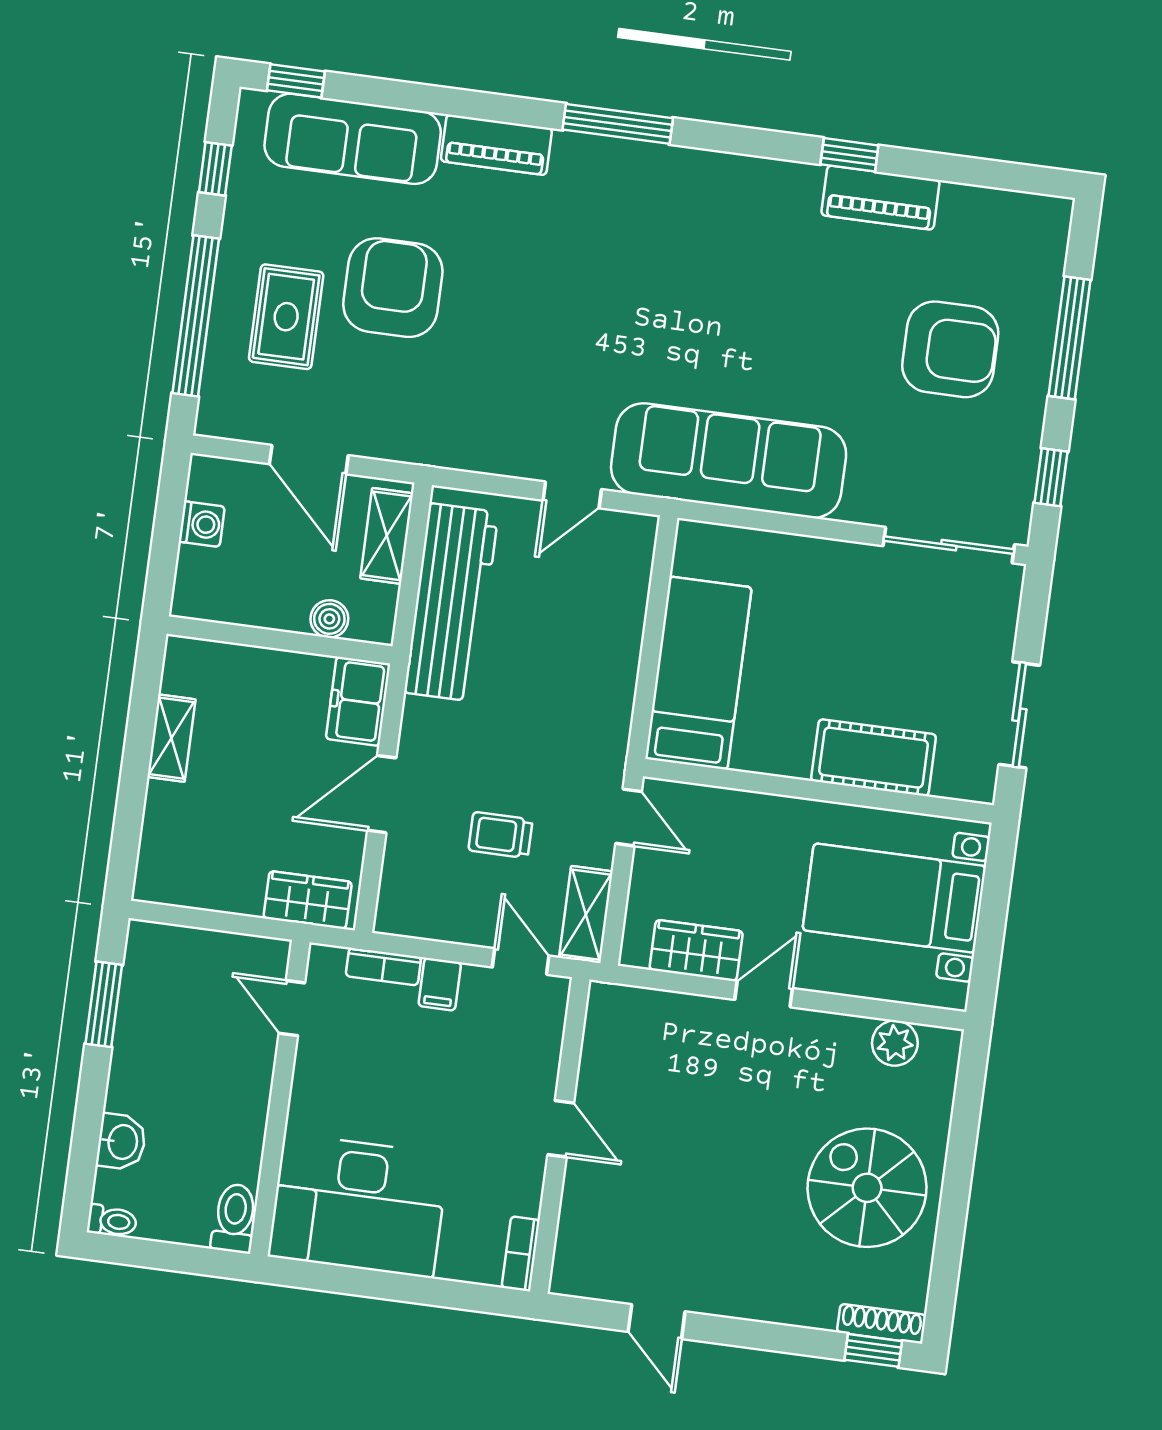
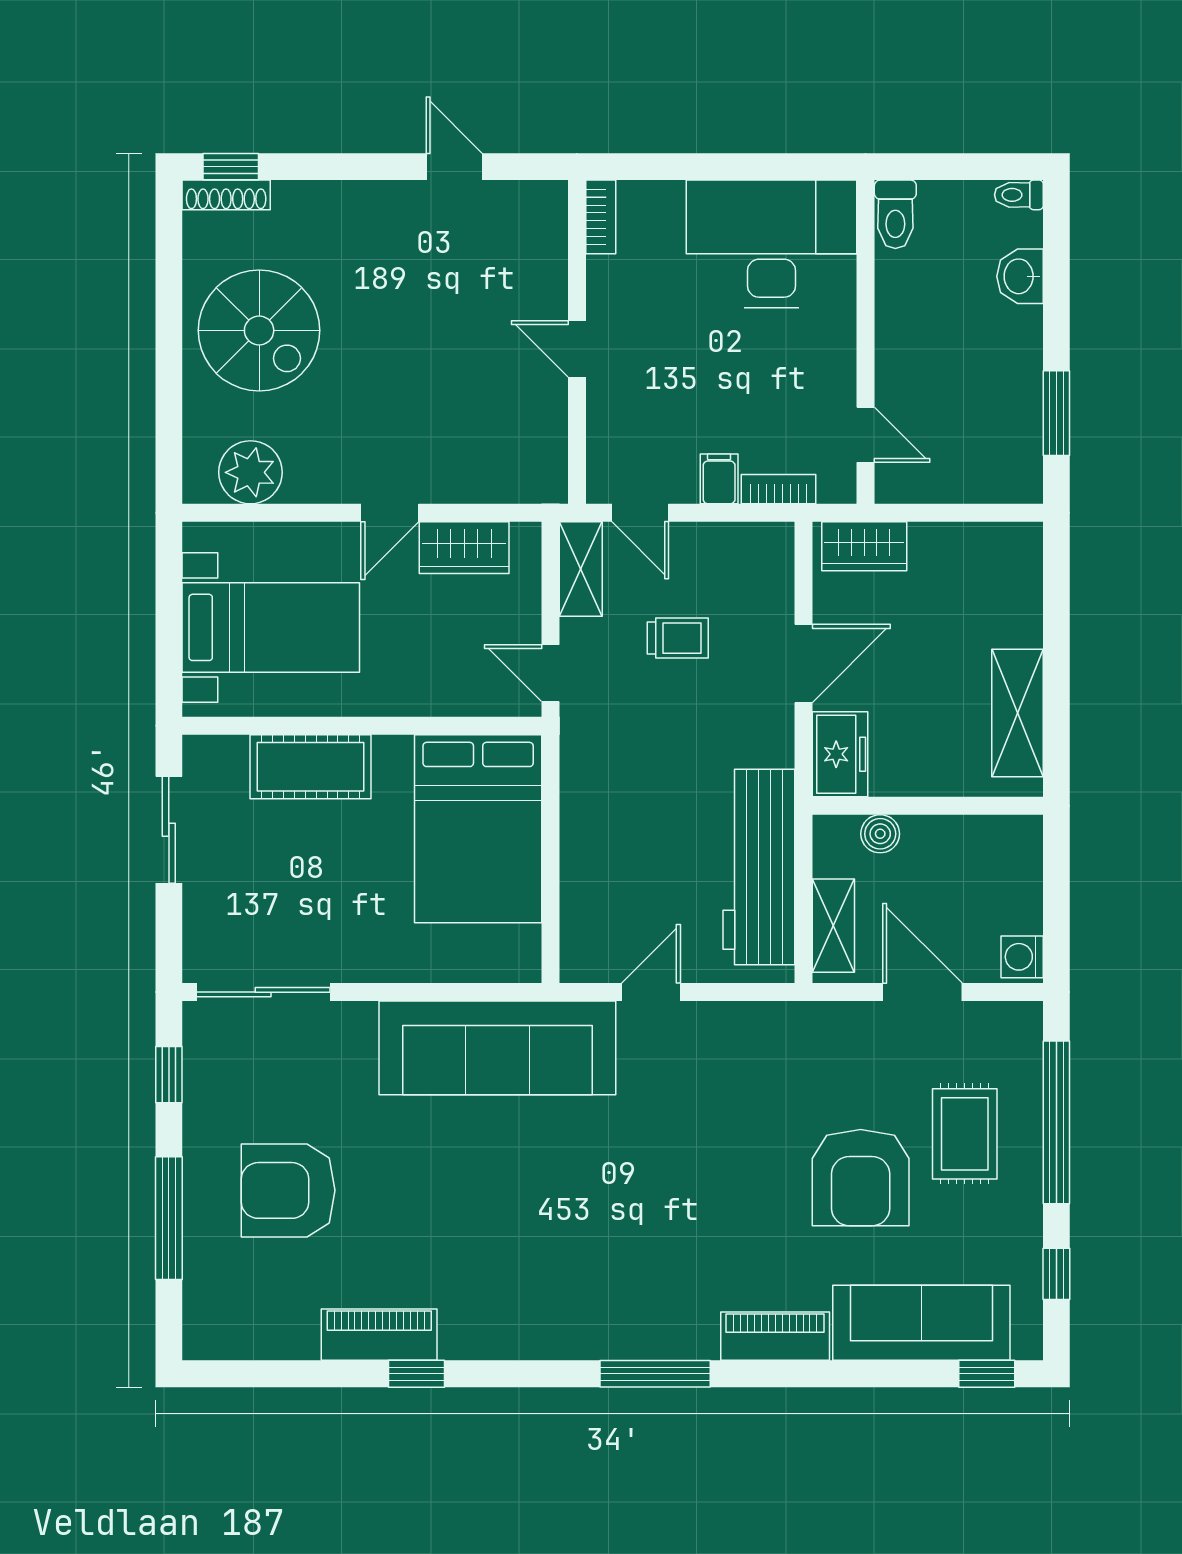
washing machine: (202, 524) -> (1022, 957), moved
bed: (698, 673) -> (478, 829), width x1.50
shelving: (171, 738) -> (1018, 713), width x1.50, depth x1.33
plant: (895, 1043) -> (250, 472), width x1.36, depth x1.36

